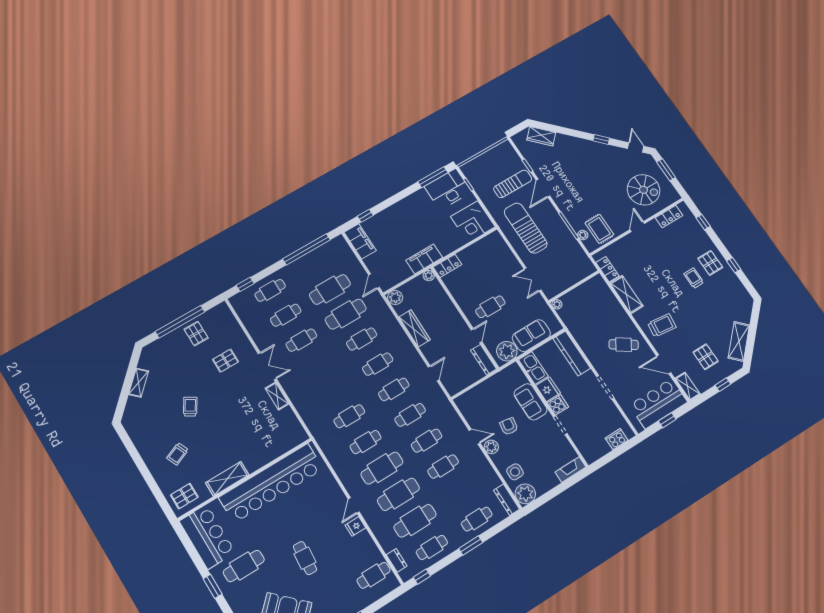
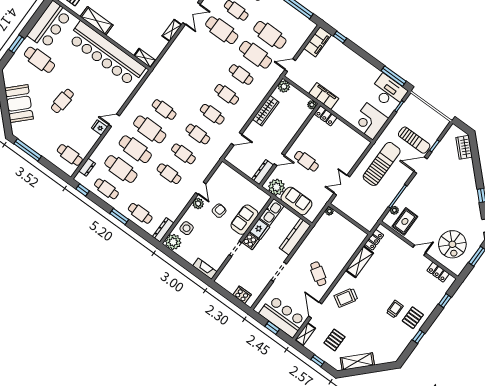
trolley: (662, 325) -> (346, 298), turned 114
cafe table: (301, 340) -> (222, 30), width x1.37, depth x1.35
cafe table: (349, 416) -> (179, 90), removed
shelving: (296, 440) -> (145, 58), added

